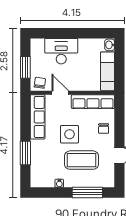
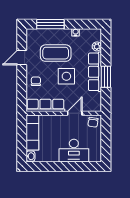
window: (25, 67) -> (106, 136), removed
door: (60, 93) -> (75, 113), swing flipped
row of seats: (38, 117) -> (95, 72), moved
window: (25, 153) -> (106, 77), moved
plant: (35, 168) -> (97, 46), added

